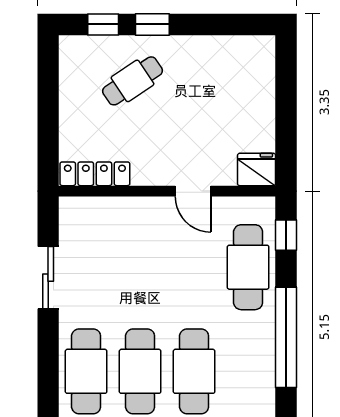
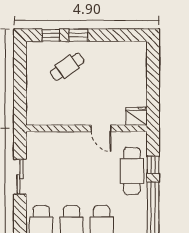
locker: (95, 174) -> (46, 119), removed
window: (286, 235) -> (153, 165), moved

